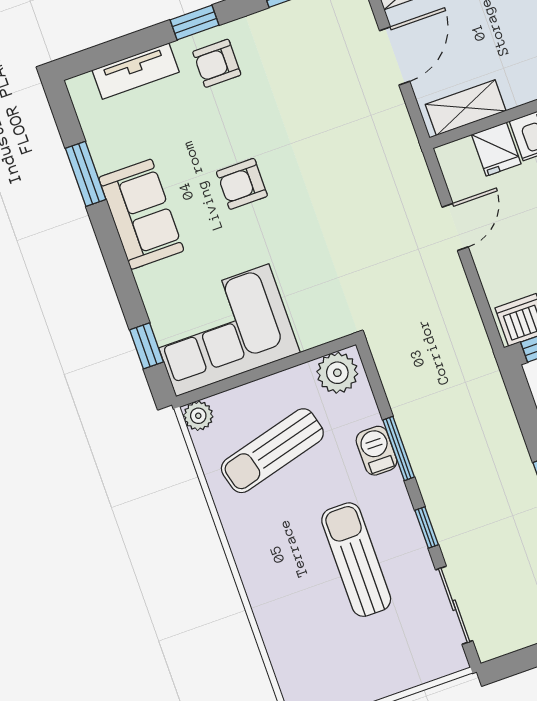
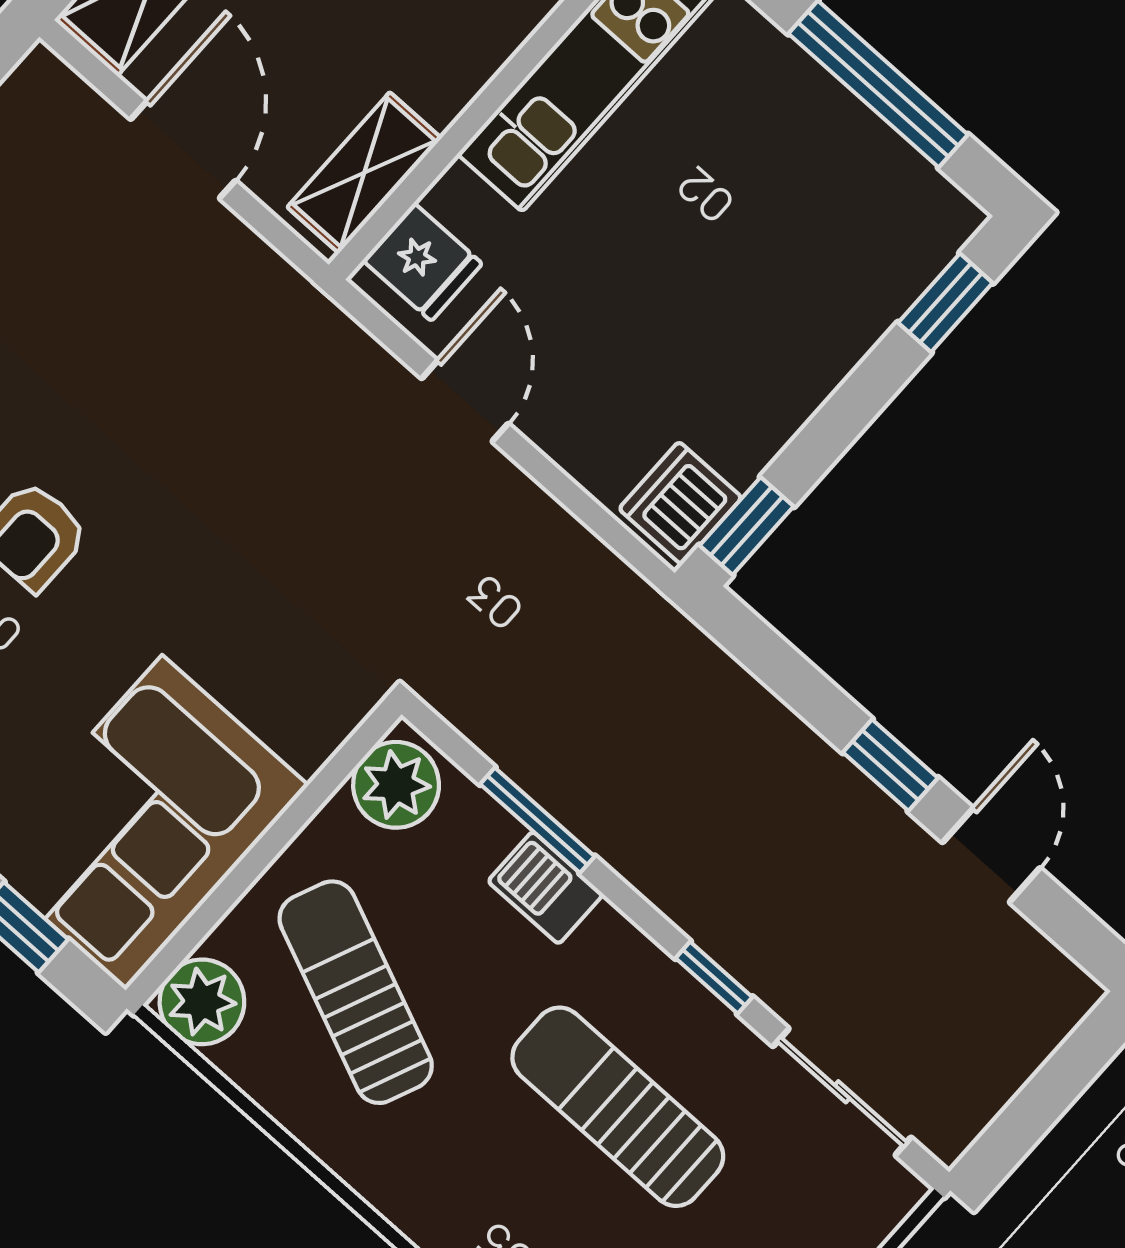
fridge: (496, 149) -> (422, 262), moved
plant: (198, 416) -> (202, 1002), width x1.38, depth x1.38
window: (399, 448) -> (537, 820), moved
sun lounger: (272, 451) -> (356, 992), turned 128

